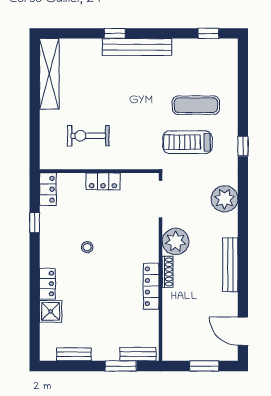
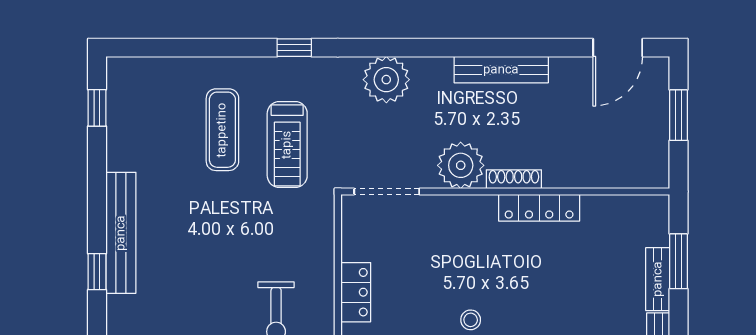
bench: (138, 354) -> (658, 279), moved

